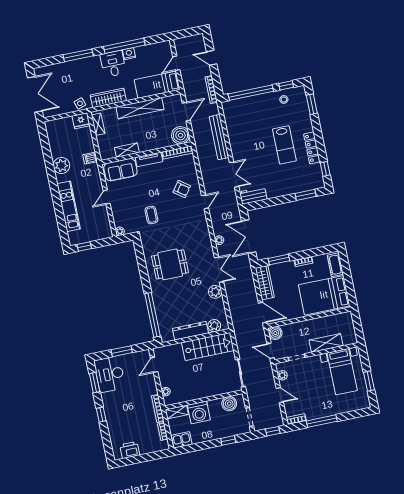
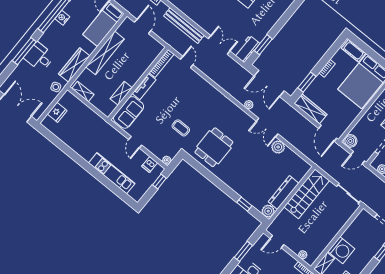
desk: (113, 64) -> (39, 57), moved
fridge: (81, 121) -> (57, 112), moved
boiler: (180, 135) -> (153, 48), removed
dishwasher: (90, 158) -> (150, 164), moved
plant: (61, 165) -> (81, 146), removed
armchair: (182, 189) -> (188, 89), removed
window: (306, 195) -> (263, 45), moved
door: (205, 202) -> (187, 62), moved
window: (84, 247) -> (159, 181), moved
dining table: (170, 264) -> (214, 147), moved
double door: (219, 270) -> (267, 128), swing flipped
door: (263, 313) -> (328, 133), swing flipped
window: (152, 315) -> (244, 204), width x0.32
plant: (214, 326) -> (268, 211), moved
door: (154, 365) -> (277, 242), hinge flipped
boiler: (229, 404) -> (359, 224), removed

